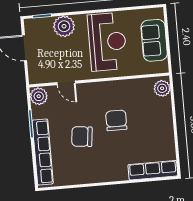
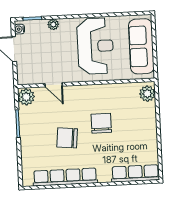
plant: (64, 26) -> (53, 24), width x0.53, depth x0.53
water cooler: (29, 27) -> (19, 29), added
sofa: (154, 40) -> (141, 46), width x1.36
row of seats: (43, 152) -> (65, 177), moved, turned -90

